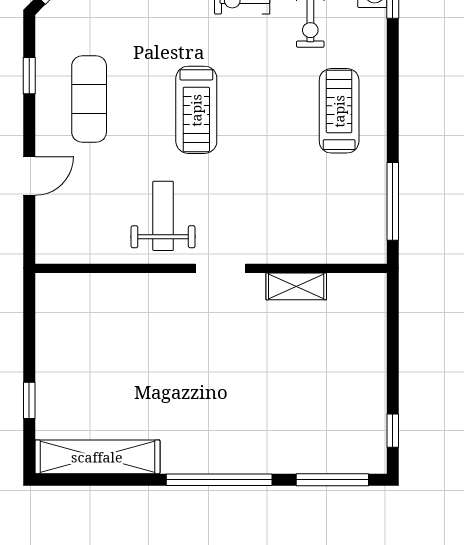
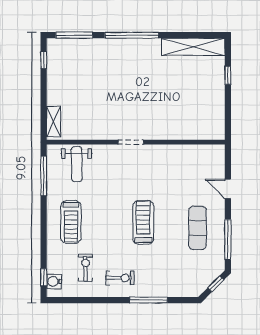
window: (29, 76) -> (228, 240), width x2.17
door: (29, 176) -> (228, 189), hinge flipped
weight bench: (163, 216) -> (77, 164), moved
shelving: (296, 286) -> (54, 121), moved, turned 90

